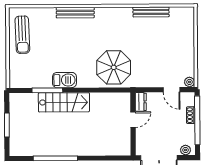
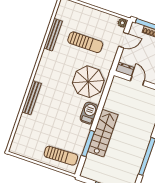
sun lounger: (22, 35) -> (61, 156), moved
sun lounger: (155, 49) -> (85, 42), added
barbecue: (64, 80) -> (89, 113), moved

